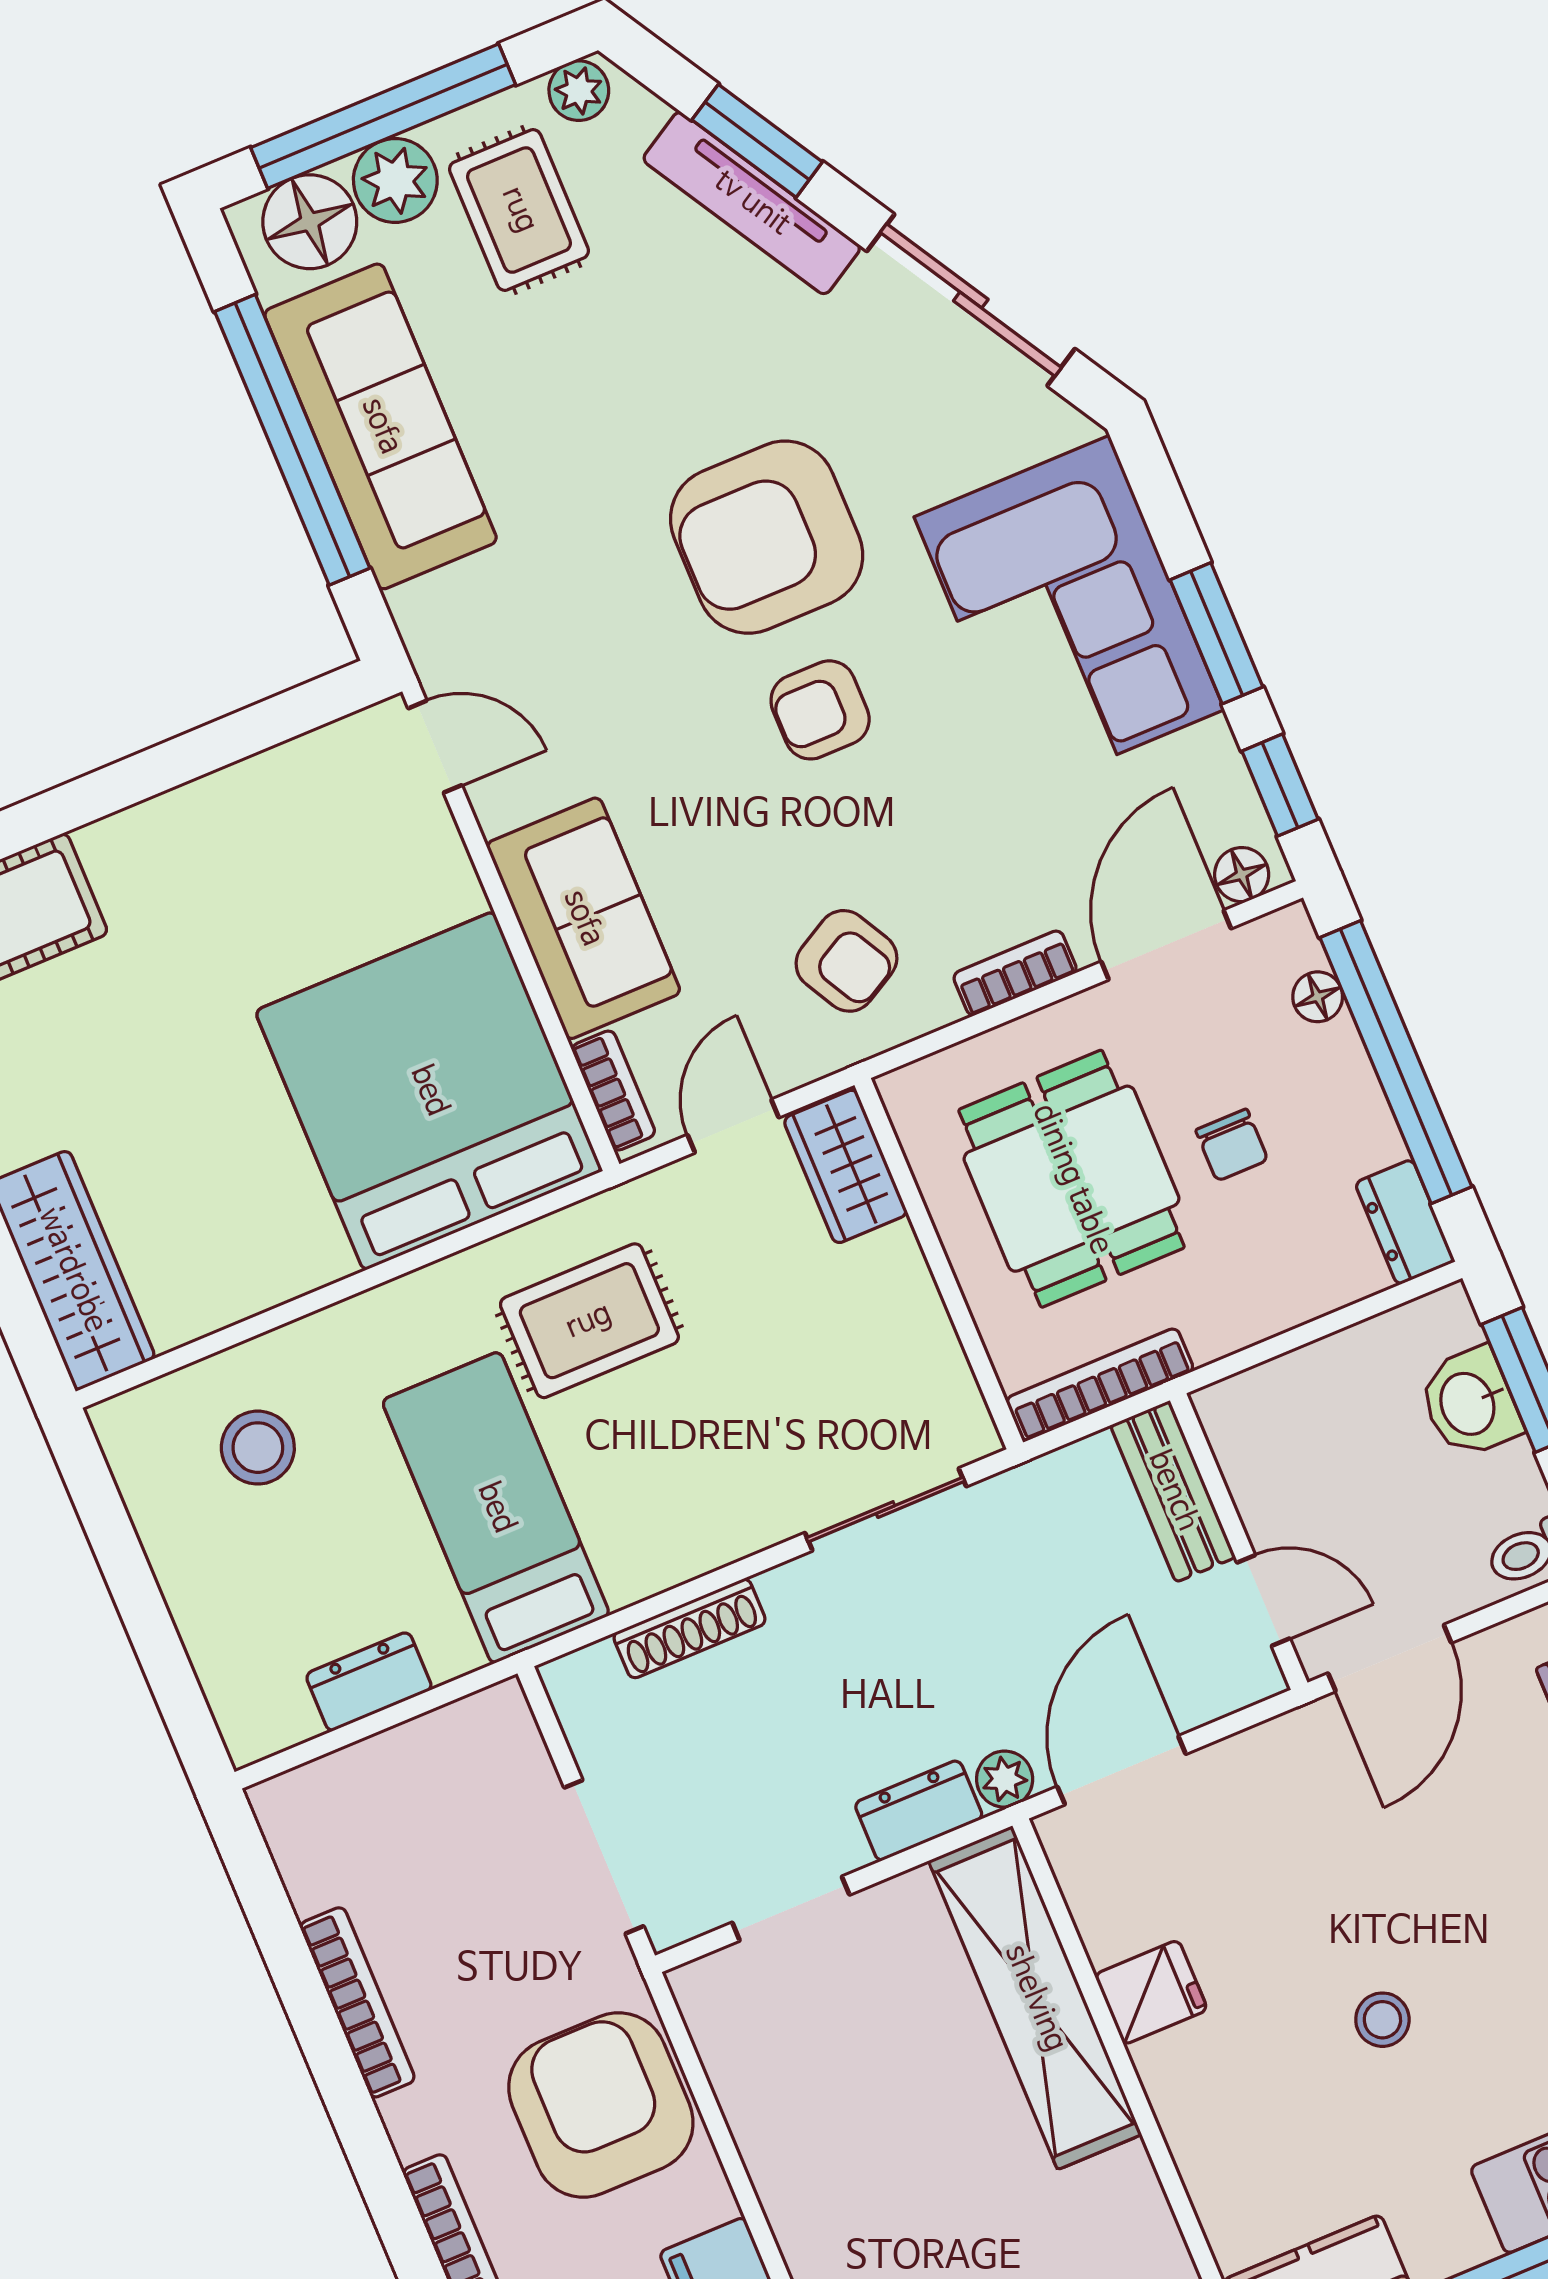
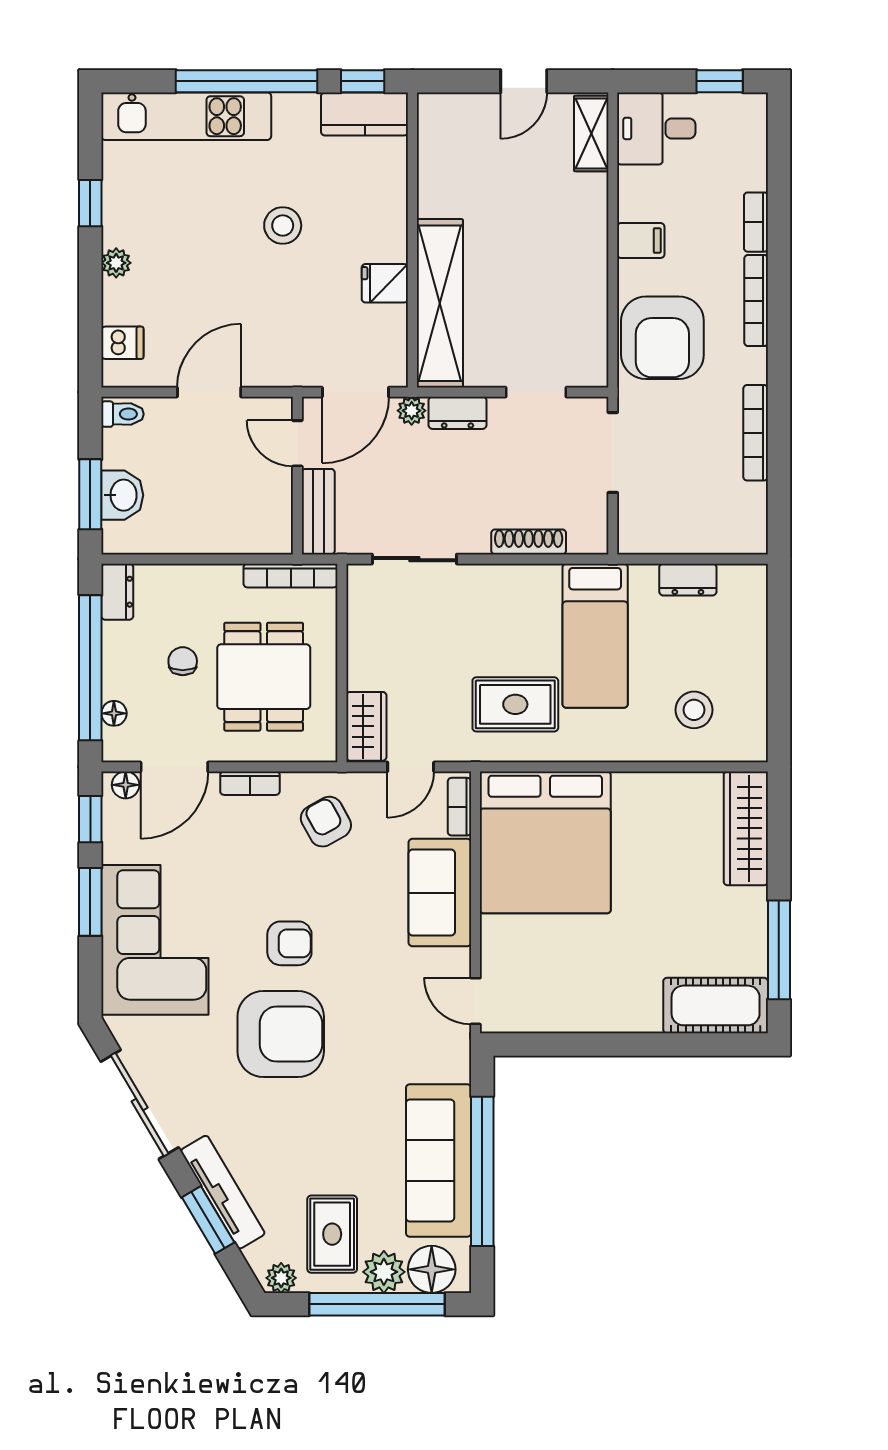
bench: (1173, 1491) -> (318, 512), moved
wall: (1239, 1542) -> (297, 476), moved
door: (1263, 1601) -> (297, 443), moved
stool: (1382, 2020) -> (283, 226), width x1.37, depth x1.37

